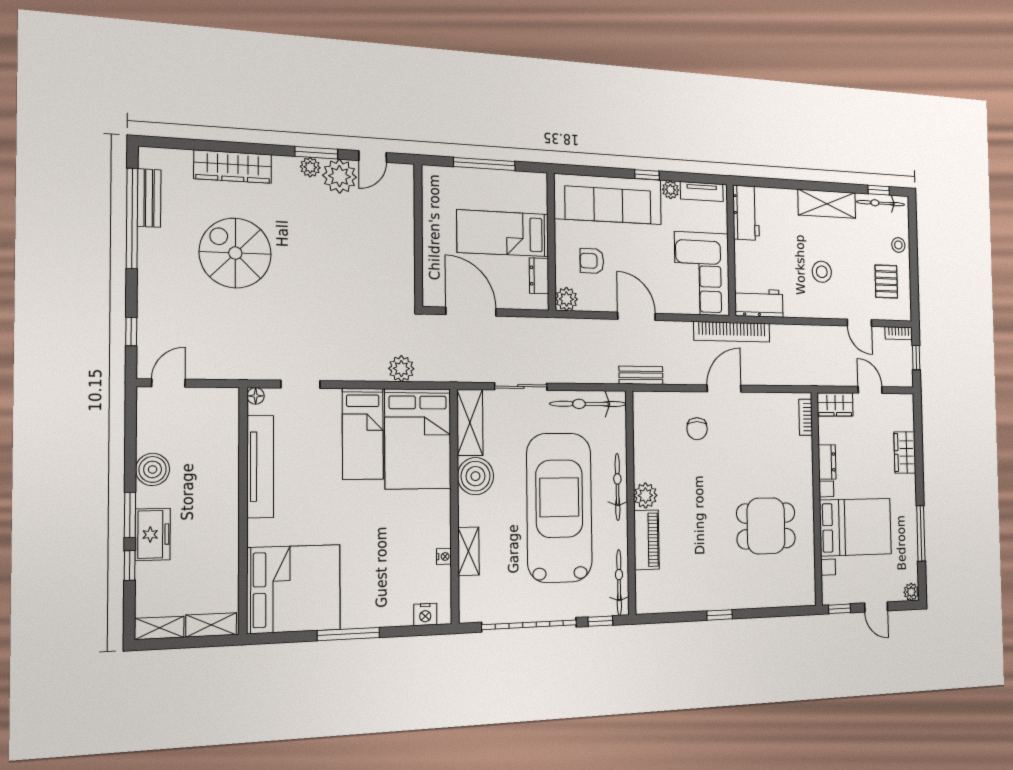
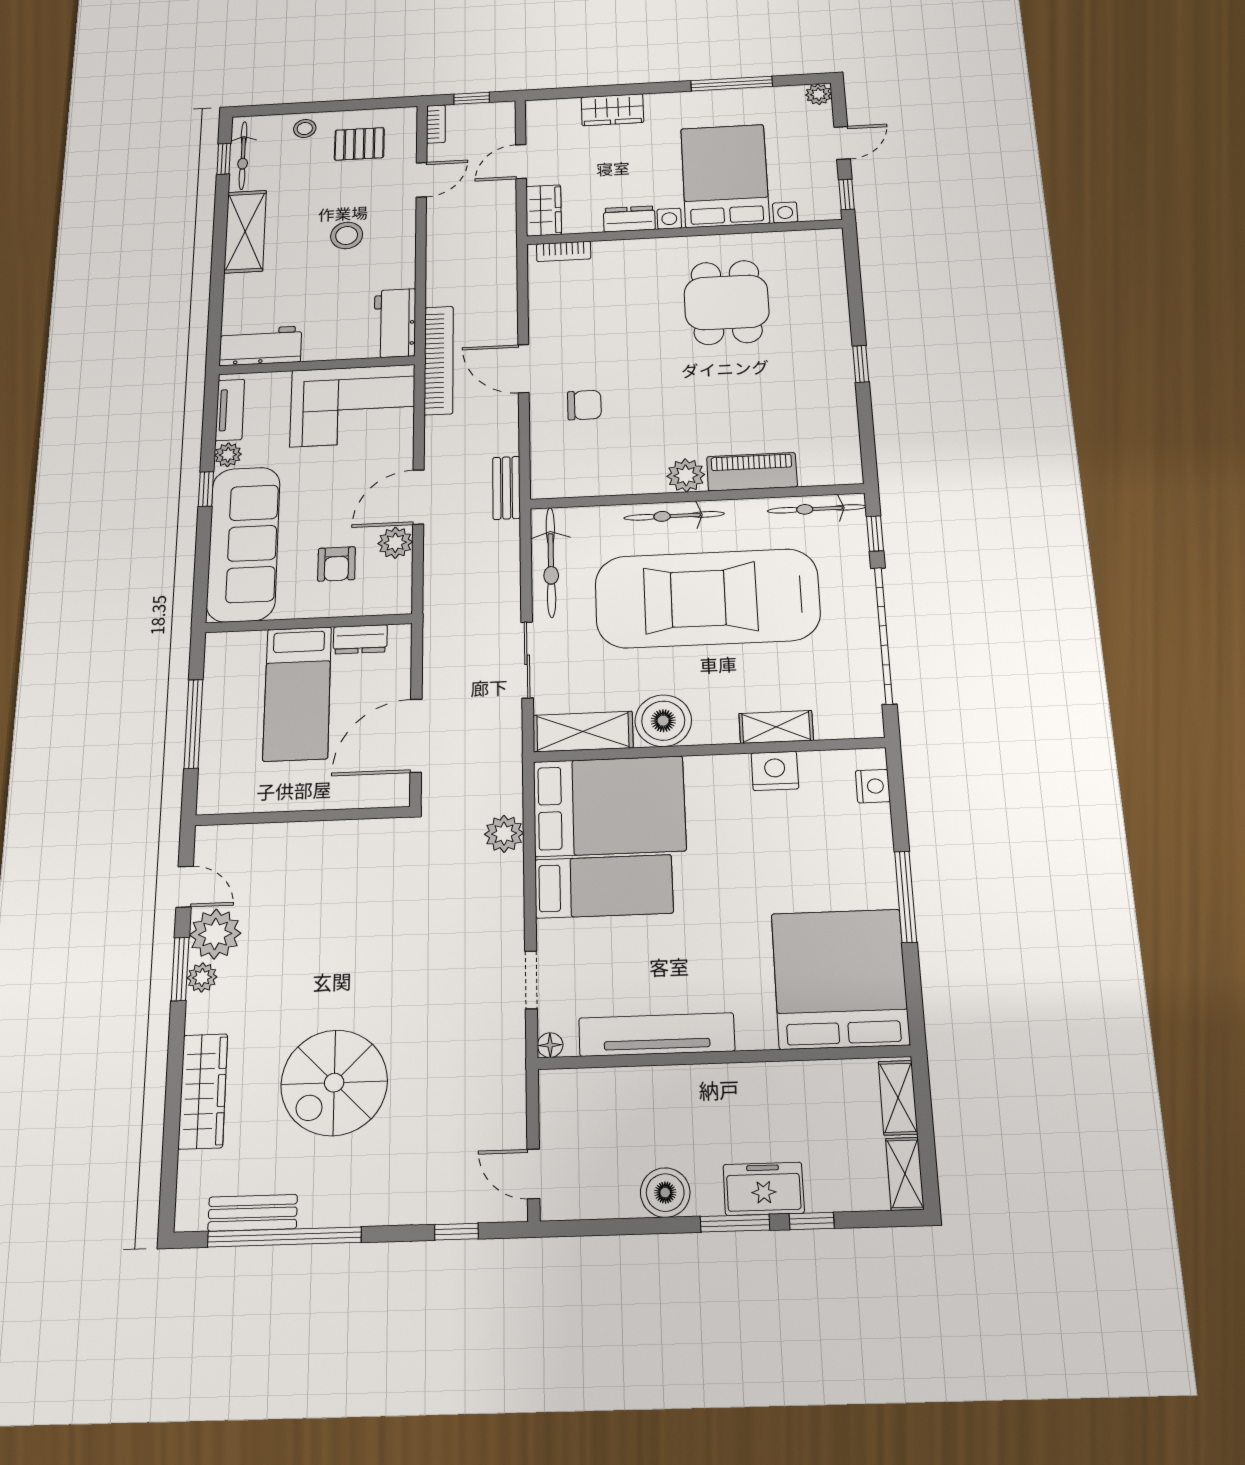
plant: (566, 299) -> (395, 543), moved
nightstand: (444, 556) -> (775, 771), width x1.89, depth x1.79

